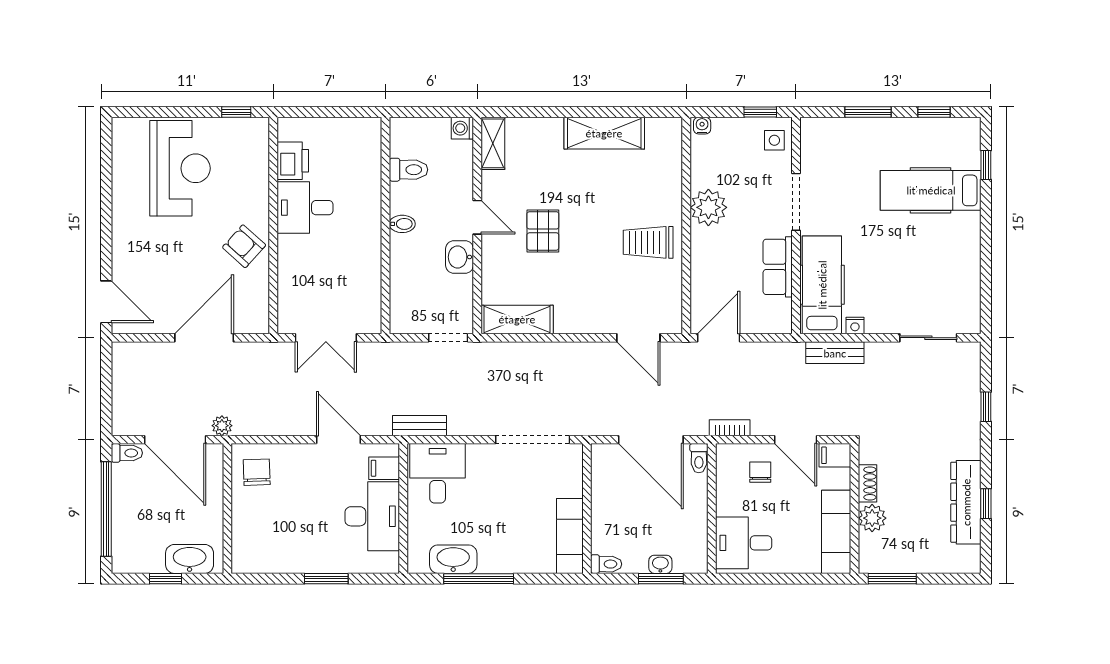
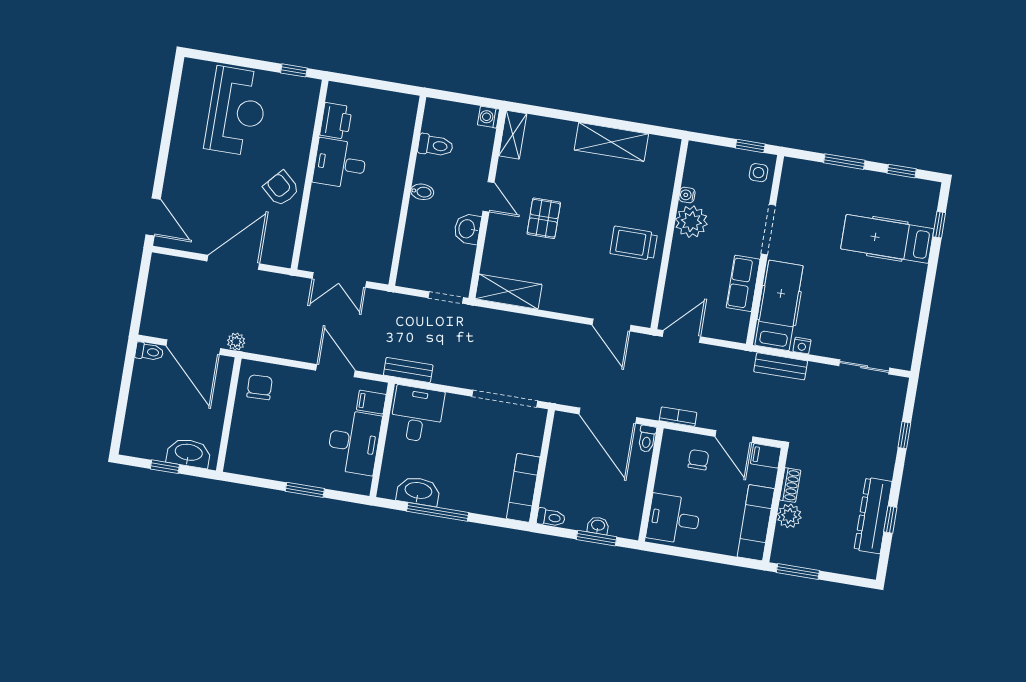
water cooler: (702, 126) -> (687, 195), moved, turned -90
window: (106, 509) -> (123, 397), removed

